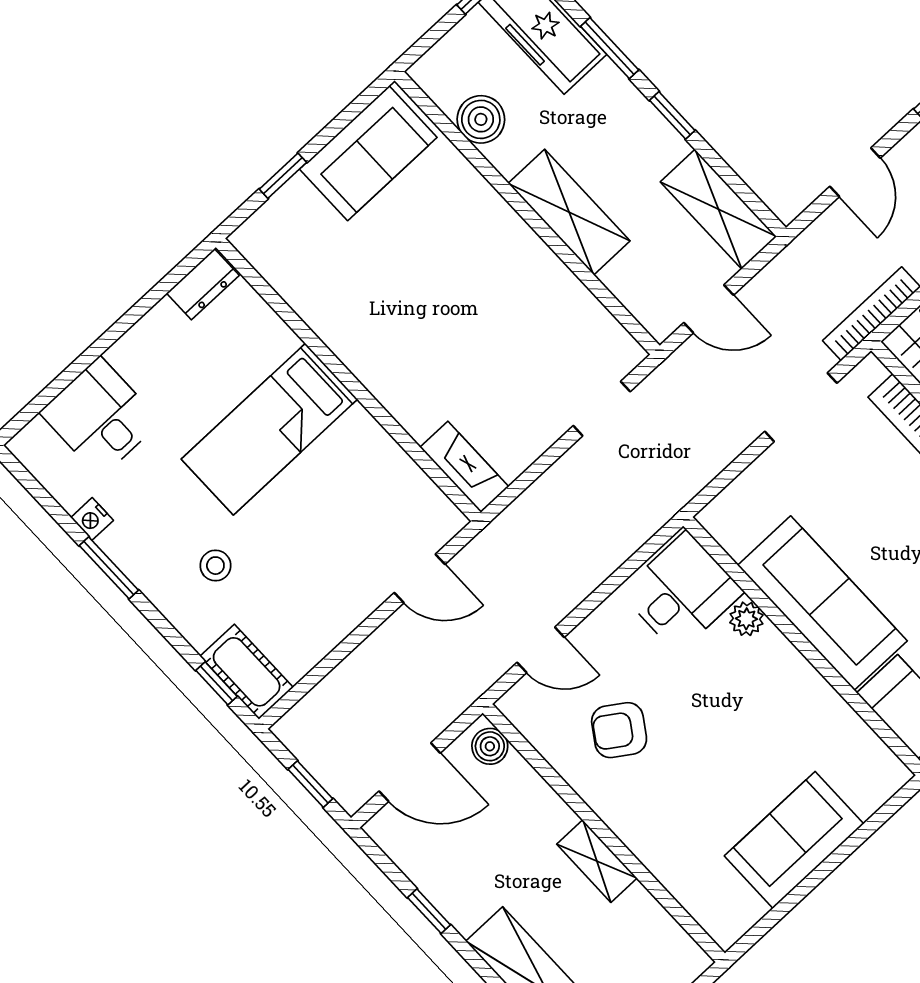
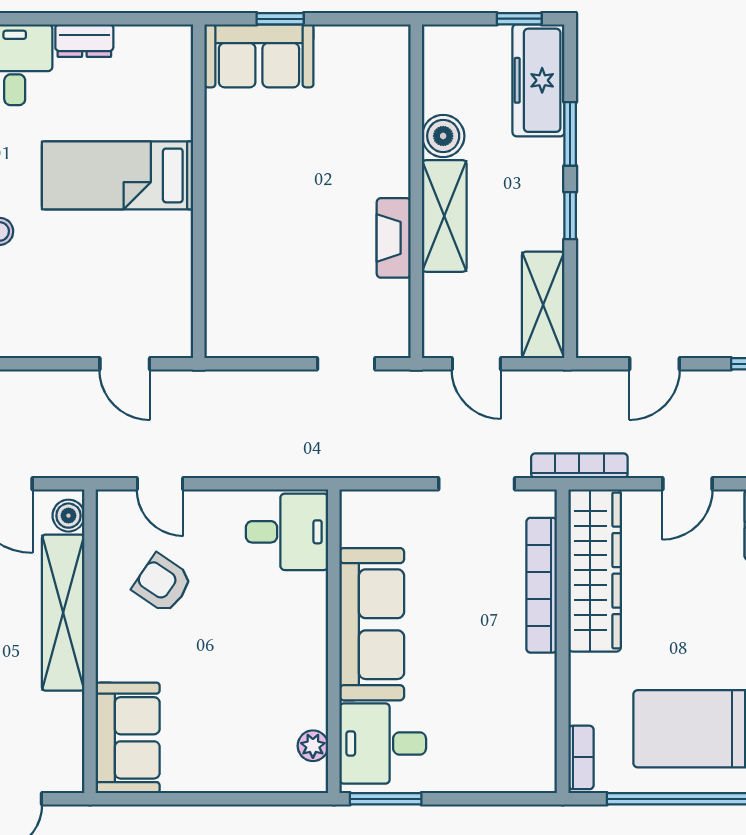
boiler: (481, 119) -> (443, 136), moved
sofa: (368, 153) -> (259, 56), moved
dresser: (203, 284) -> (84, 41), moved
fireplace: (464, 467) -> (394, 238), moved, turned 180
plant: (746, 619) -> (313, 746), moved
sofa: (794, 840) -> (128, 738), moved, turned 90
shelving: (597, 861) -> (63, 613), width x2.20, depth x1.33

